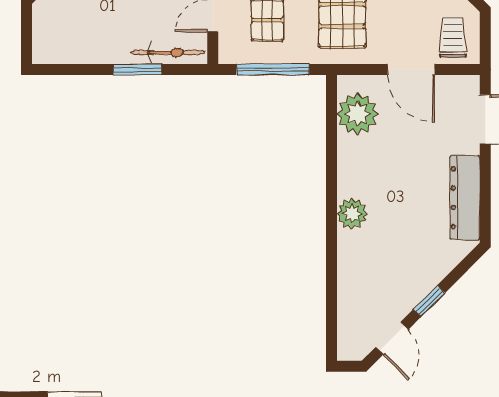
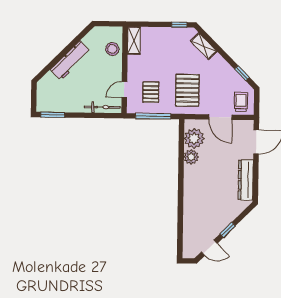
window: (137, 69) -> (53, 115), moved
plant: (352, 214) -> (191, 157), moved
door: (392, 338) -> (209, 248), hinge flipped

